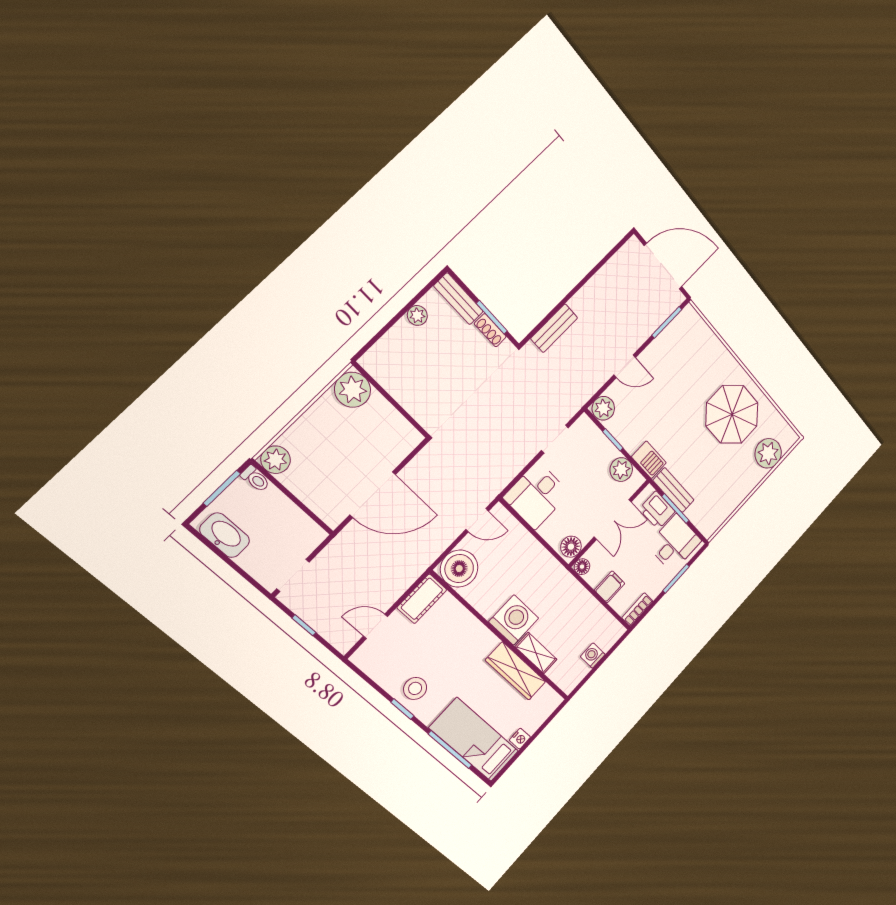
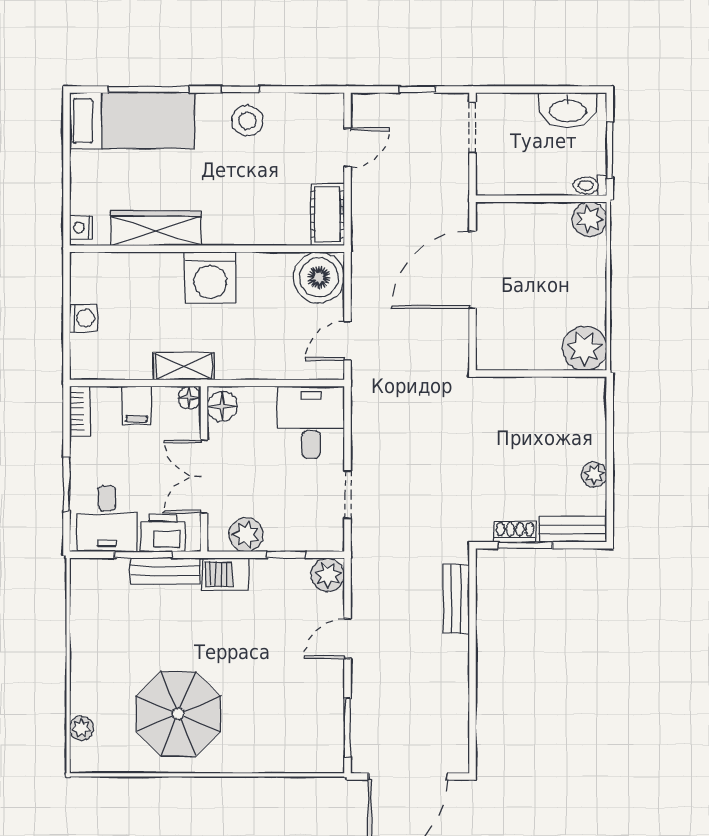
plant: (768, 453) -> (82, 728), width x0.53, depth x0.53
shelving: (536, 653) -> (184, 366), moved
nightstand: (520, 739) -> (81, 227), moved

